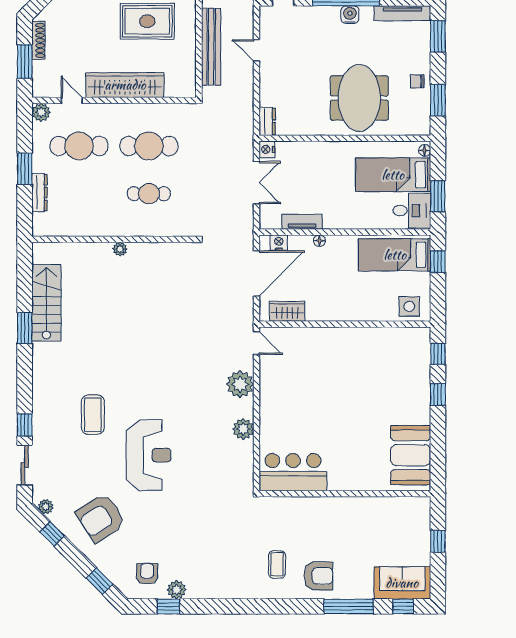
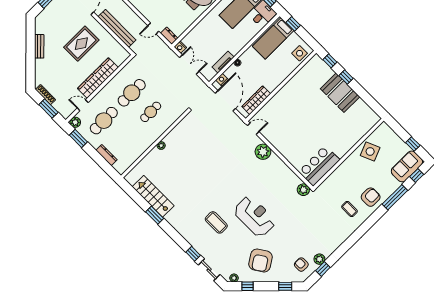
door: (257, 50) -> (153, 28), moved
window: (25, 169) -> (78, 139), moved
wardrobe: (287, 311) -> (256, 100), width x1.50
plant: (243, 429) -> (303, 190), moved
booth: (411, 455) -> (340, 93), moved
side table: (375, 518) -> (370, 151), added
window: (438, 541) -> (413, 144), moved

